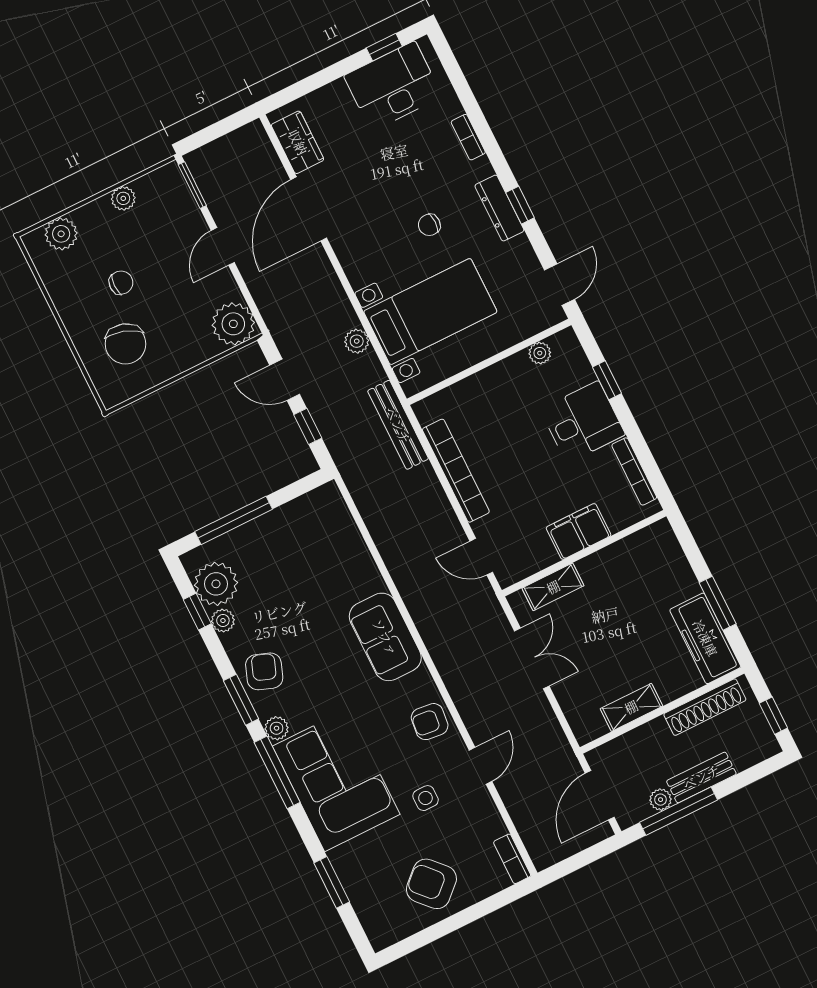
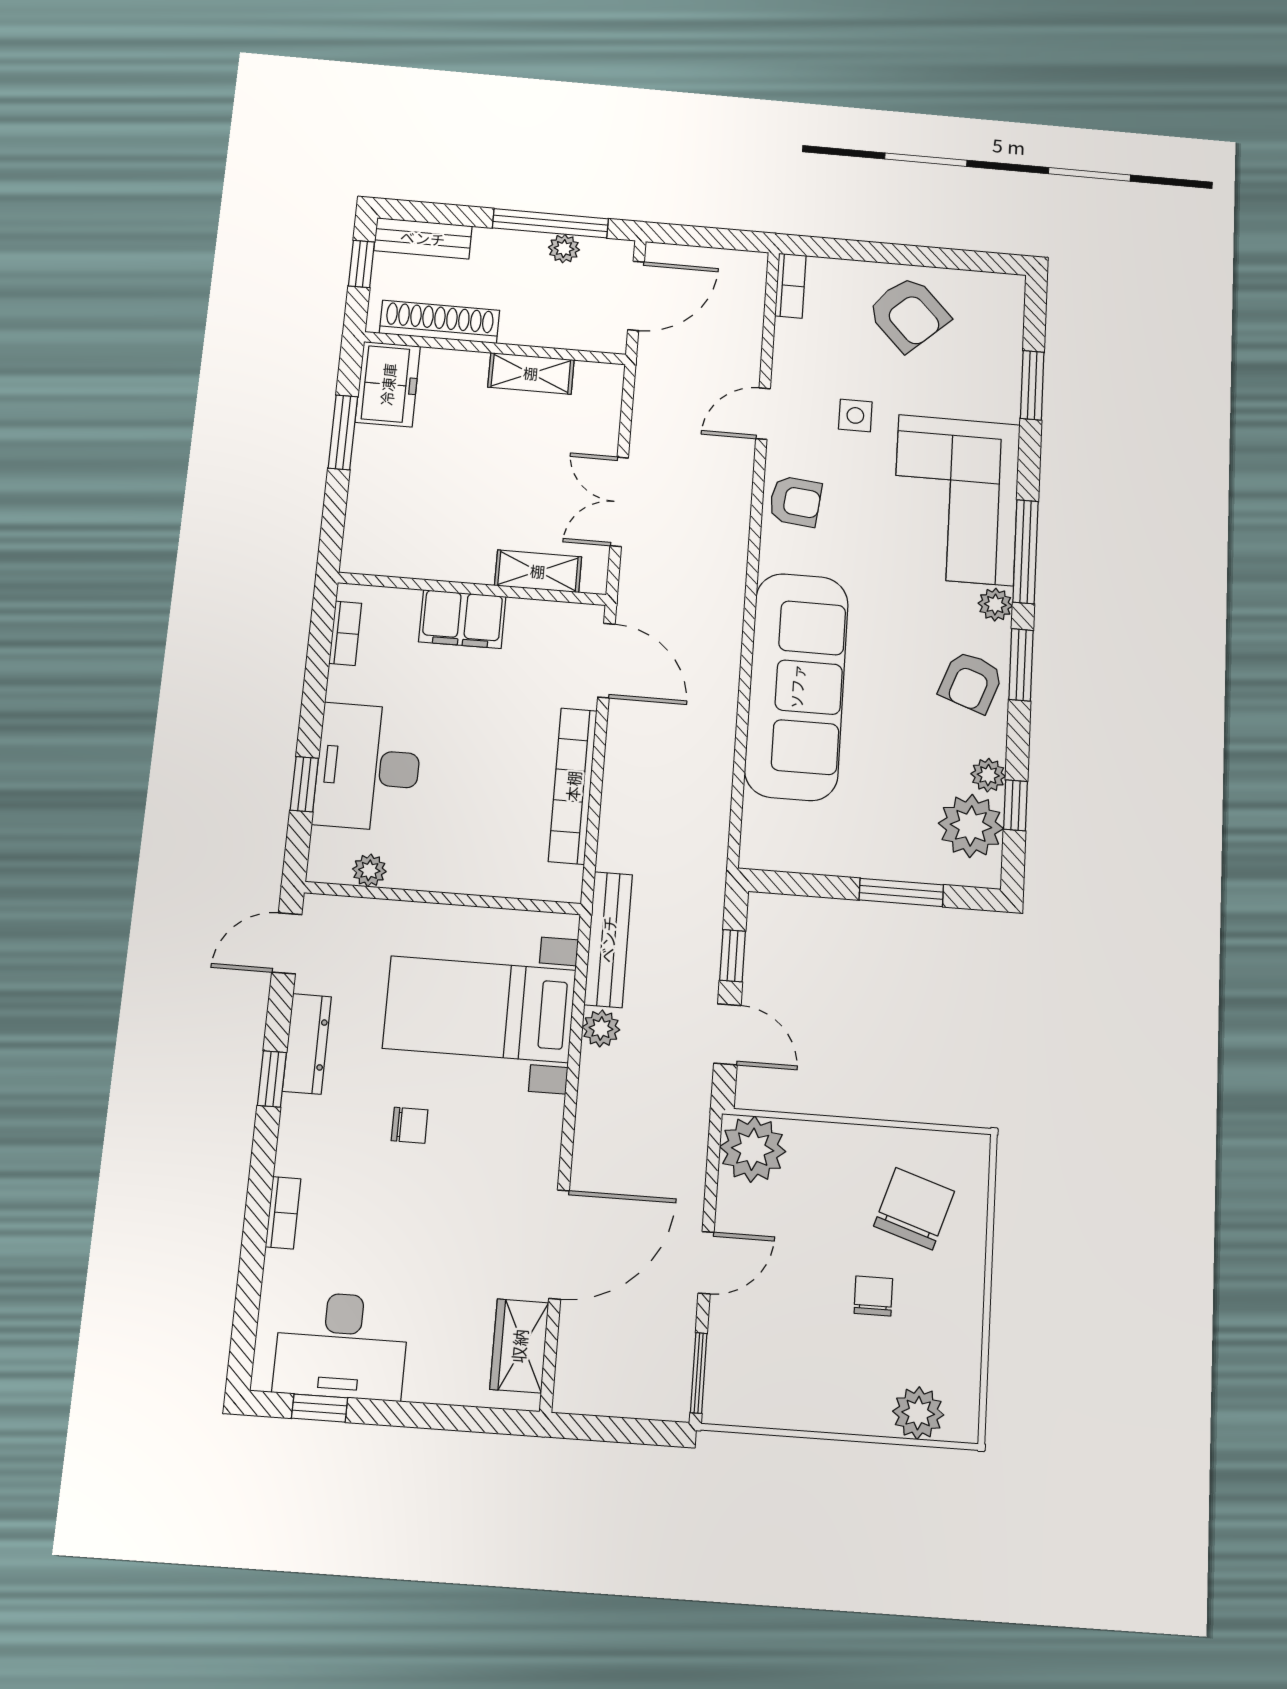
plant: (123, 198) -> (804, 1411), removed
dresser: (499, 208) -> (307, 1044), moved
chair: (121, 283) -> (873, 1296), turned 90
desk: (583, 422) -> (368, 767), width x1.37
bench: (398, 425) -> (608, 939), moved
bookcase: (634, 471) -> (345, 633), width x0.64
window: (234, 520) -> (901, 892), width x0.69
door: (481, 557) -> (606, 661), width x1.38
sofa: (385, 637) -> (797, 686), width x1.85, depth x1.27
freezer: (705, 638) -> (388, 384), width x0.71
bench: (701, 777) -> (423, 238), moved

